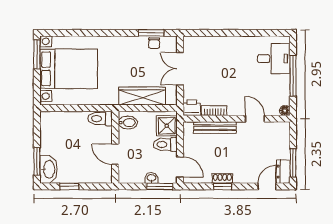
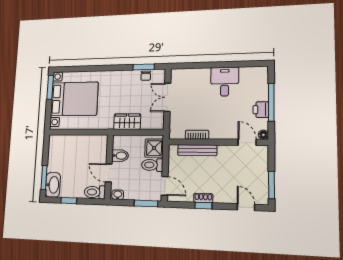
desk: (274, 59) -> (225, 82), moved, turned -90
wardrobe: (142, 96) -> (127, 122), width x0.67
printer: (192, 108) -> (261, 110), moved, turned -90
toilet: (100, 119) -> (95, 192), moved
door: (255, 119) -> (247, 142), moved
bidet: (128, 123) -> (120, 156), moved
dresser: (283, 172) -> (262, 193), removed
washbasin: (151, 178) -> (118, 195), moved
door: (267, 186) -> (246, 207), hinge flipped

